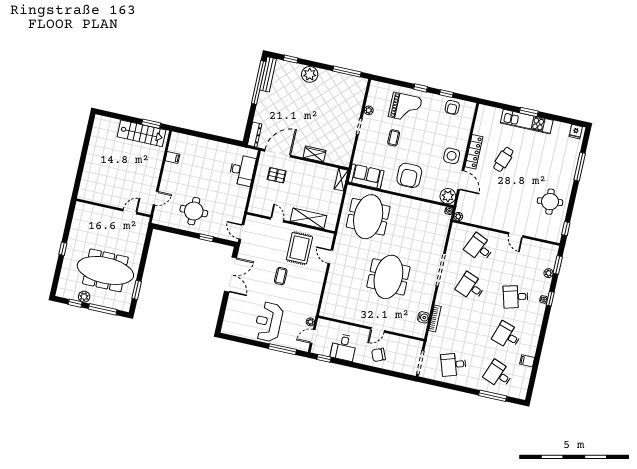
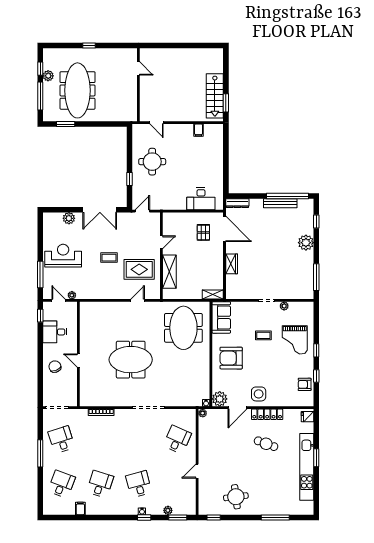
bench: (268, 74) -> (280, 203), moved
kitchen unit: (527, 122) -> (307, 467), width x1.36
fridge: (576, 132) -> (308, 417), moved
door: (130, 212) -> (138, 68), moved
meeting table: (368, 217) -> (183, 328), turned 90
desk: (471, 287) -> (139, 440), removed
plant: (232, 308) -> (69, 218), added
water cooler: (423, 317) -> (100, 401), removed
window: (493, 396) -> (40, 453), moved

